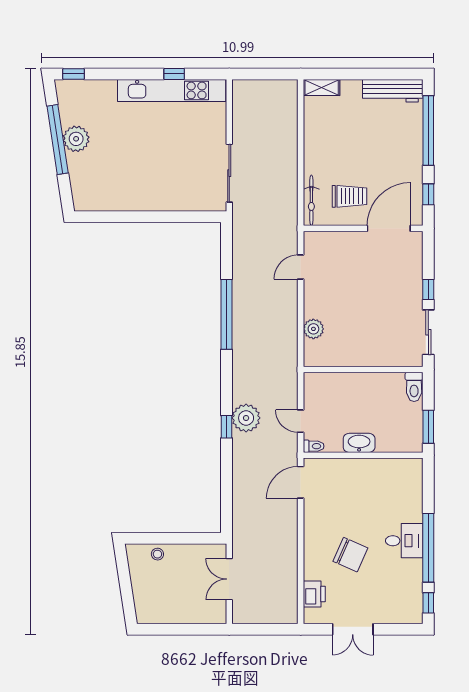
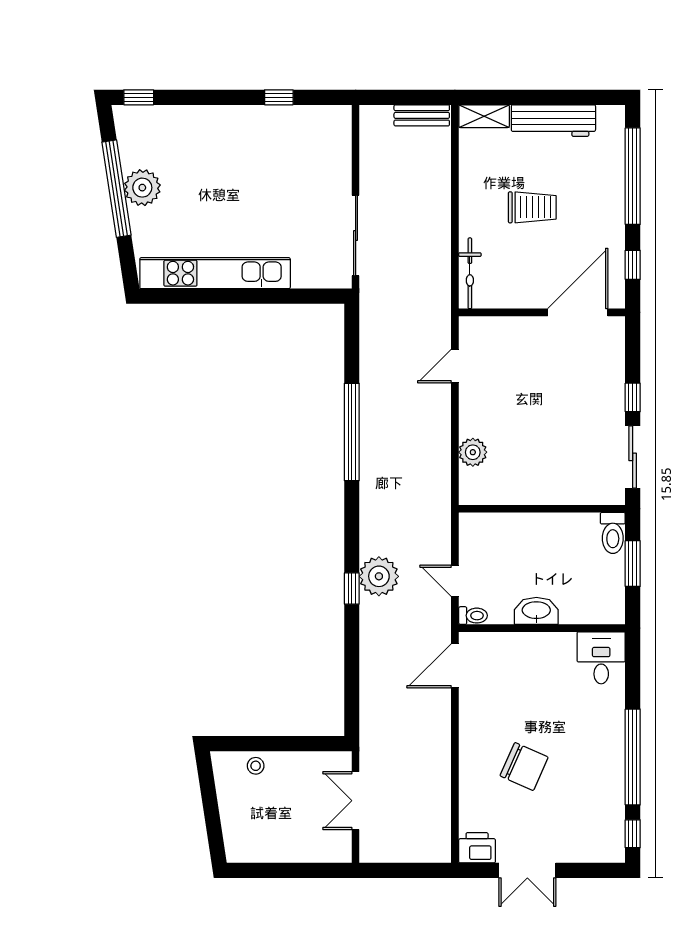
bench: (277, 87) -> (422, 115), added
kitchen unit: (172, 90) -> (215, 273), moved, turned 180
workbench: (393, 91) -> (553, 121), moved
trolley: (349, 196) -> (532, 207), moved
window: (428, 427) -> (633, 564), moved
desk: (404, 541) -> (601, 658), moved, turned -90
printer: (314, 594) -> (477, 848), moved, turned -90

